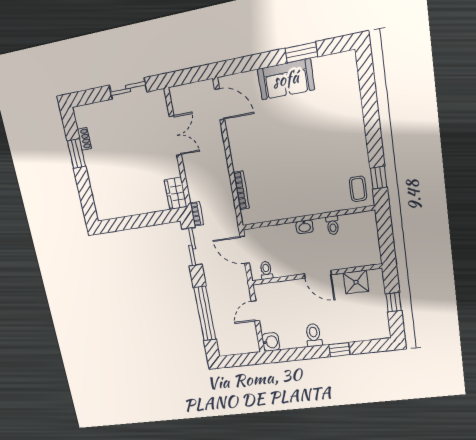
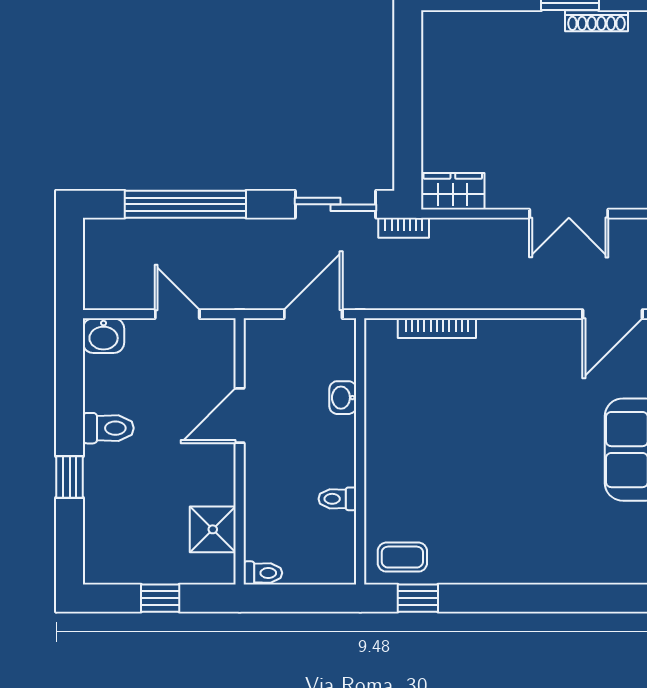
shoe rack: (84, 139) -> (597, 21), width x1.43
washbasin: (305, 227) -> (343, 398), moved
toilet: (266, 270) -> (263, 573), moved
door: (318, 274) -> (240, 415), moved

